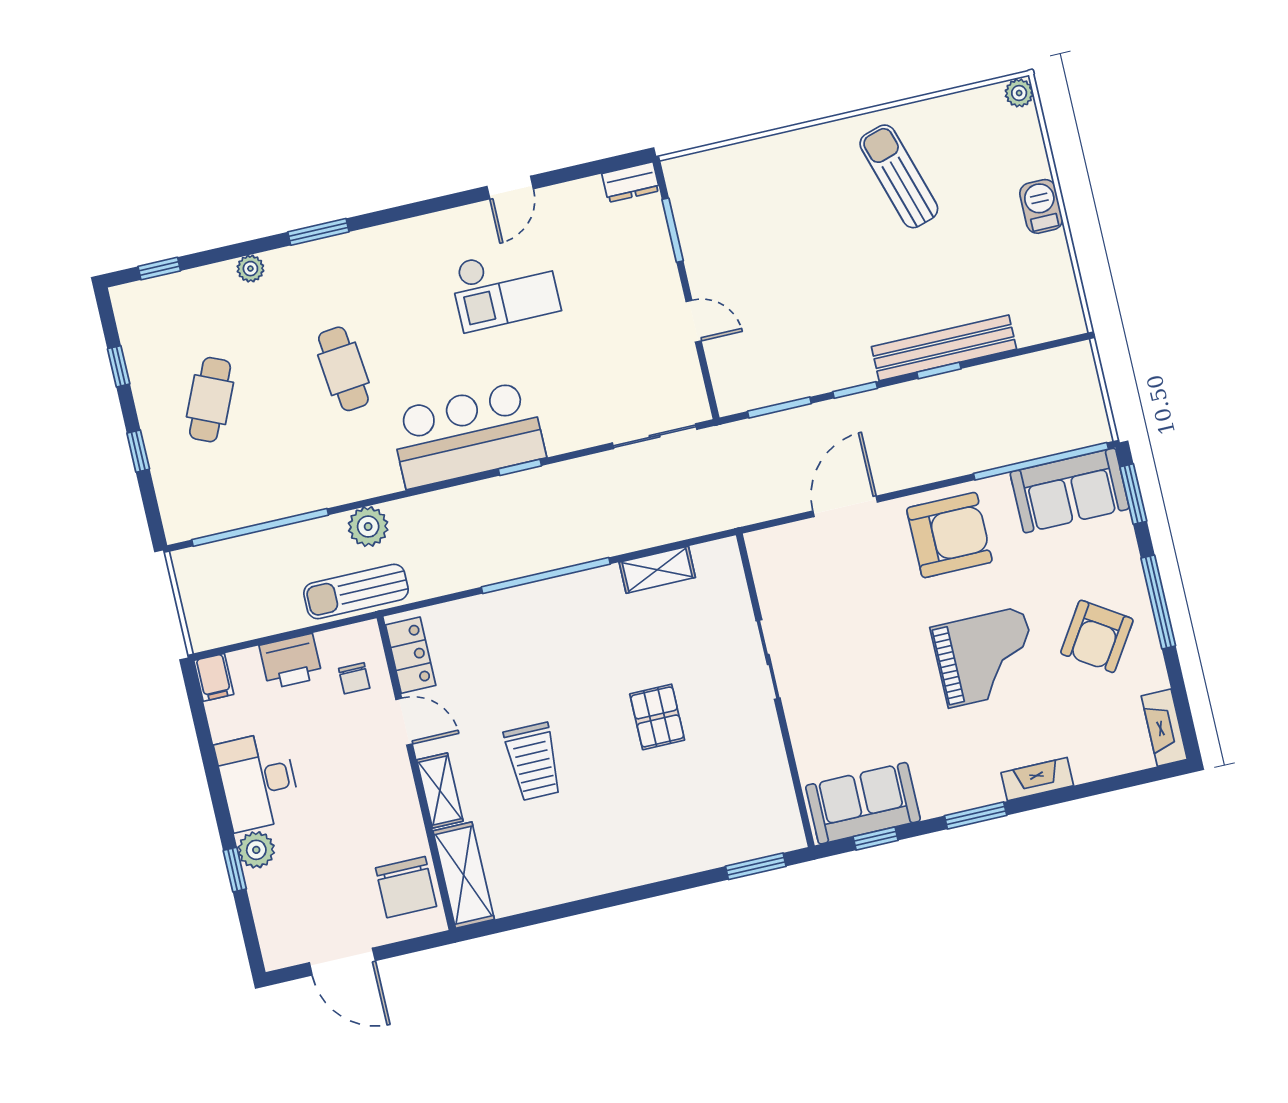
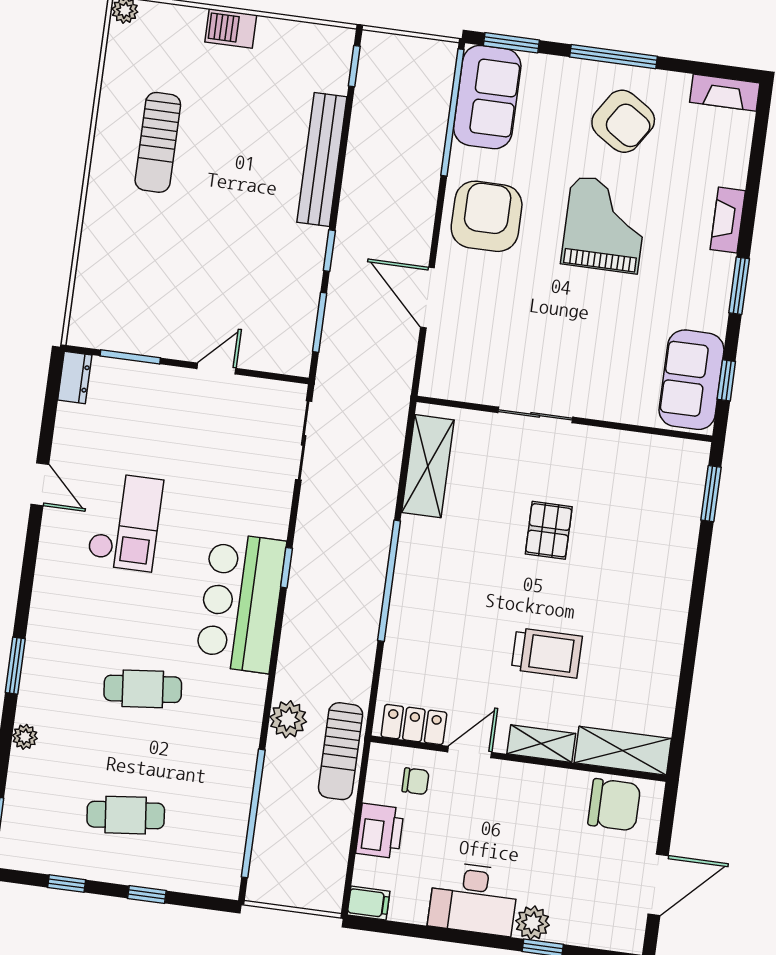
sun lounger: (899, 176) -> (158, 142), turned -73
window: (939, 371) -> (354, 66), moved
cafe table: (210, 400) -> (126, 815), turned -30
shelving: (657, 570) -> (428, 466), width x1.50, depth x1.33
pallet: (657, 717) -> (549, 530), turned 90

